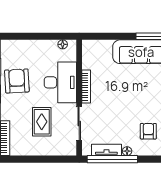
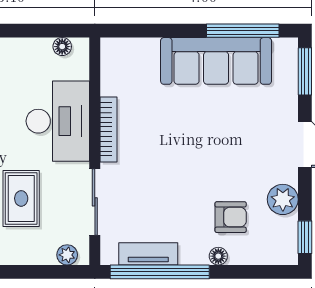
armchair: (148, 131) -> (231, 217), turned 90
plant: (65, 150) -> (67, 255), added
floor lamp: (127, 151) -> (218, 256), moved

